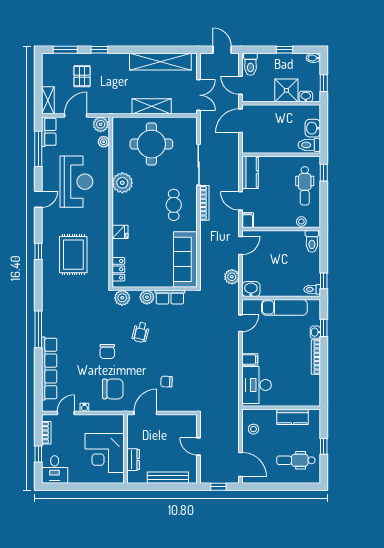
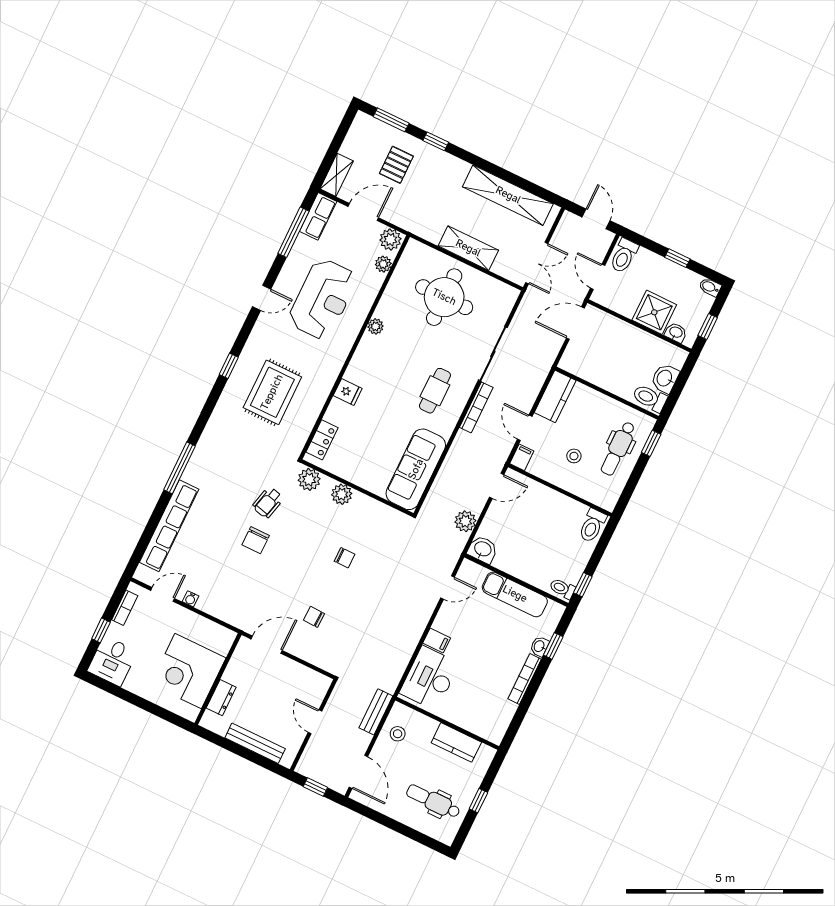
plant: (122, 183) -> (376, 326), width x0.53, depth x0.53
stool: (301, 221) -> (574, 456), moved
row of seats: (170, 297) -> (372, 509), removed
wheelchair: (141, 332) -> (268, 503), moved
chair: (113, 389) -> (345, 558), moved, width x0.54, depth x0.54
bench: (233, 422) -> (376, 712), added

